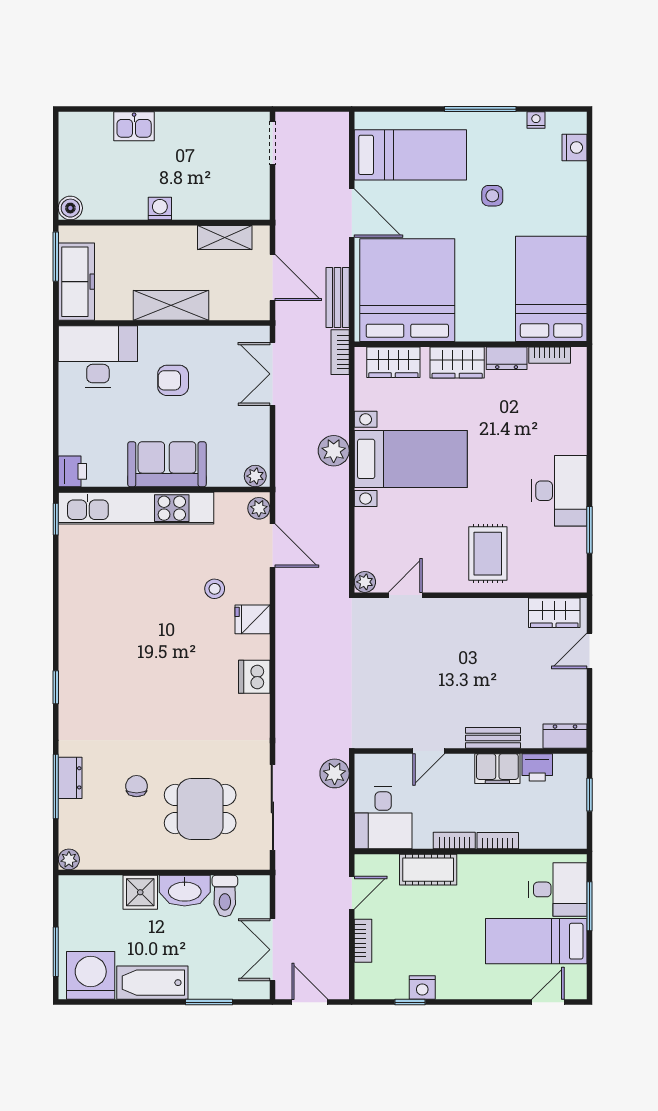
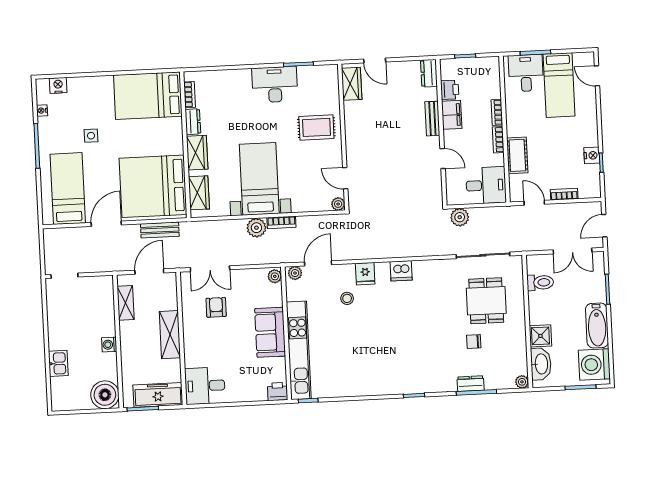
boiler: (70, 208) -> (105, 395), width x1.86, depth x1.86
bookcase: (340, 352) -> (281, 222), moved
desk: (98, 357) -> (205, 386), width x0.73
armchair: (173, 380) -> (216, 307), moved, turned 180
washbasin: (185, 891) -> (541, 364), moved

